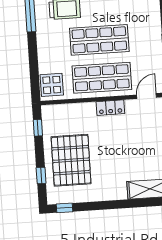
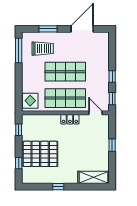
door: (147, 96) -> (95, 113), hinge flipped
pallet: (71, 160) -> (40, 154), turned 90
window: (64, 208) -> (58, 187), moved

